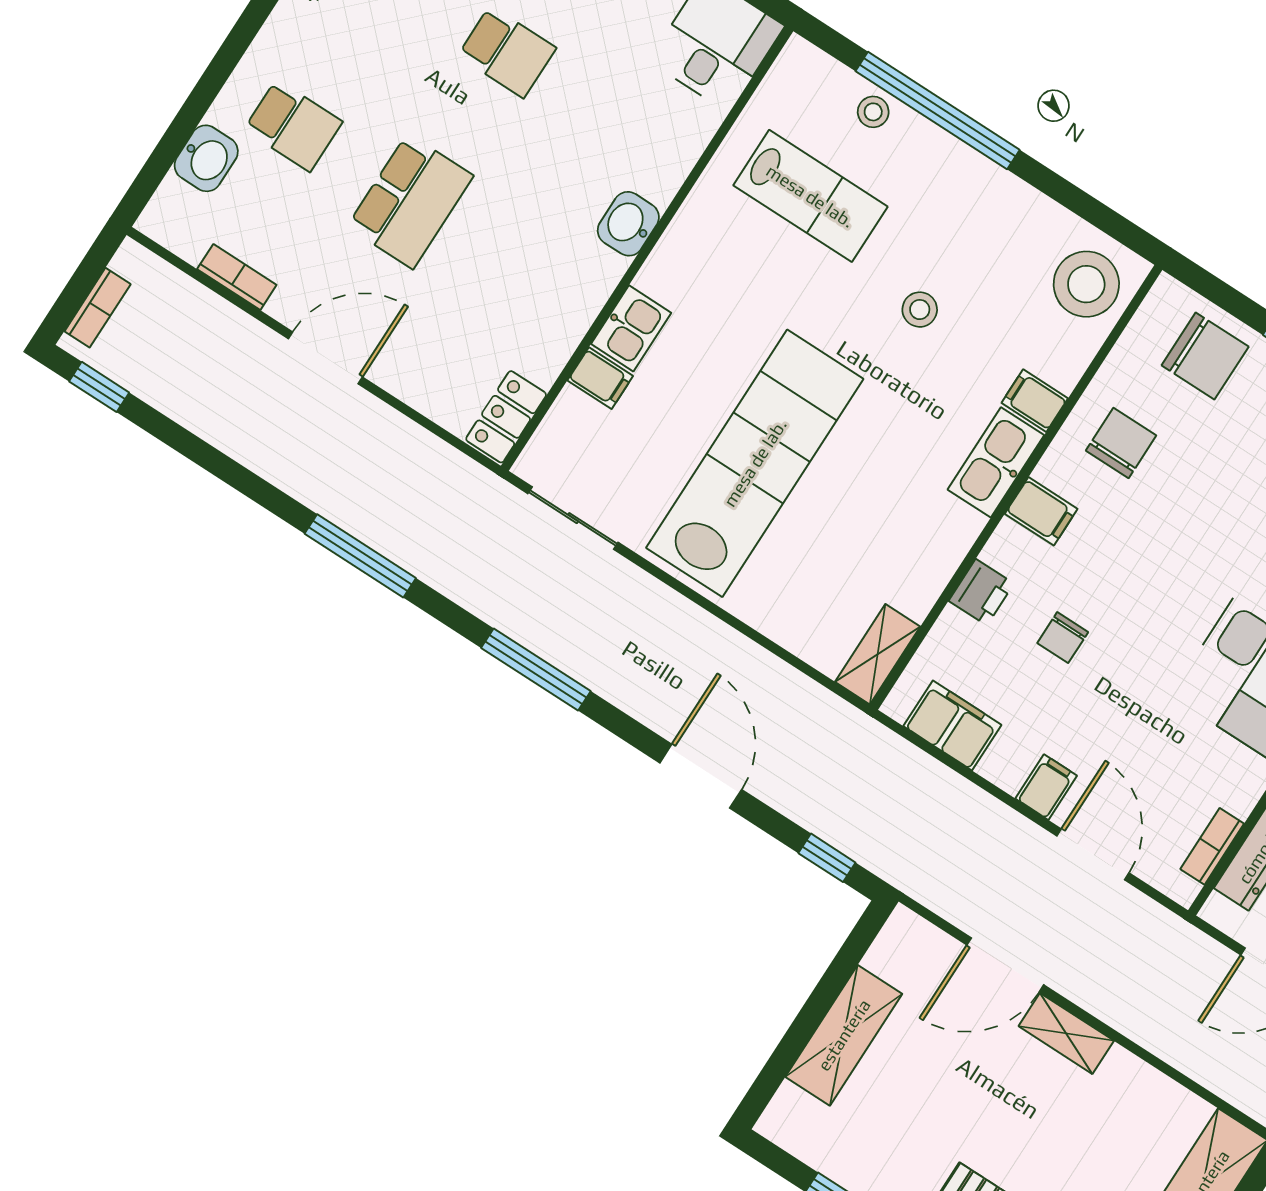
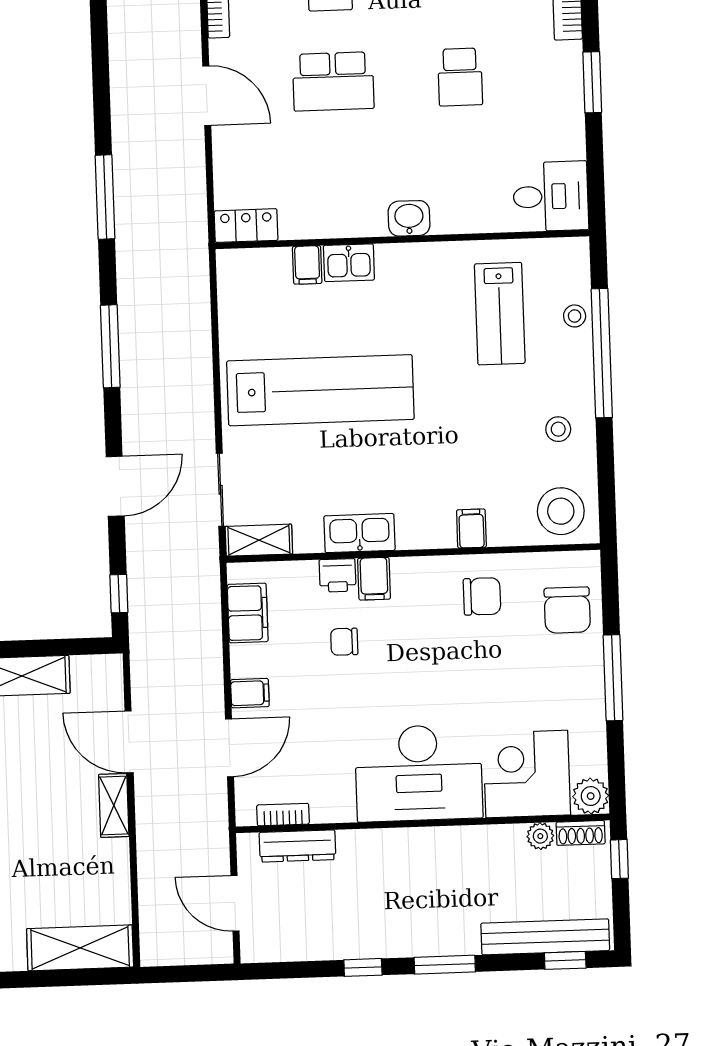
stool: (920, 310) -> (558, 429), moved
kitchen sink: (996, 462) -> (359, 533), moved
filing cabinet: (1041, 511) -> (374, 579), moved
sliding door: (573, 518) -> (221, 490), moved

